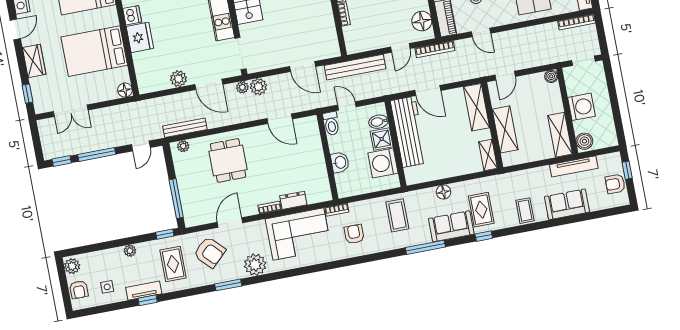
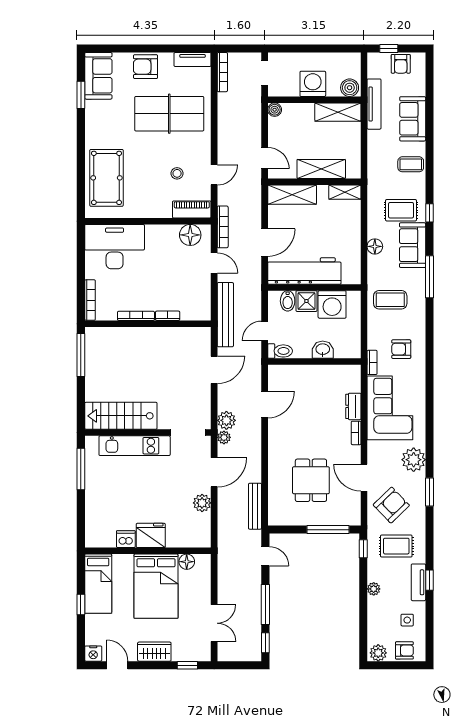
floor lamp: (125, 90) -> (187, 562), moved
plant: (183, 146) -> (274, 512), removed
dining table: (228, 160) -> (311, 480), moved, turned 90

